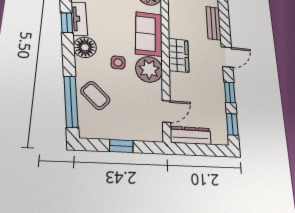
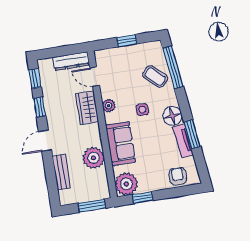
window: (67, 23) -> (192, 134), width x1.50
plant: (179, 28) -> (94, 158), added
wardrobe: (179, 55) -> (87, 108), moved
plant: (149, 69) -> (109, 106), width x0.53, depth x0.53
door: (166, 111) -> (95, 77), hinge flipped

